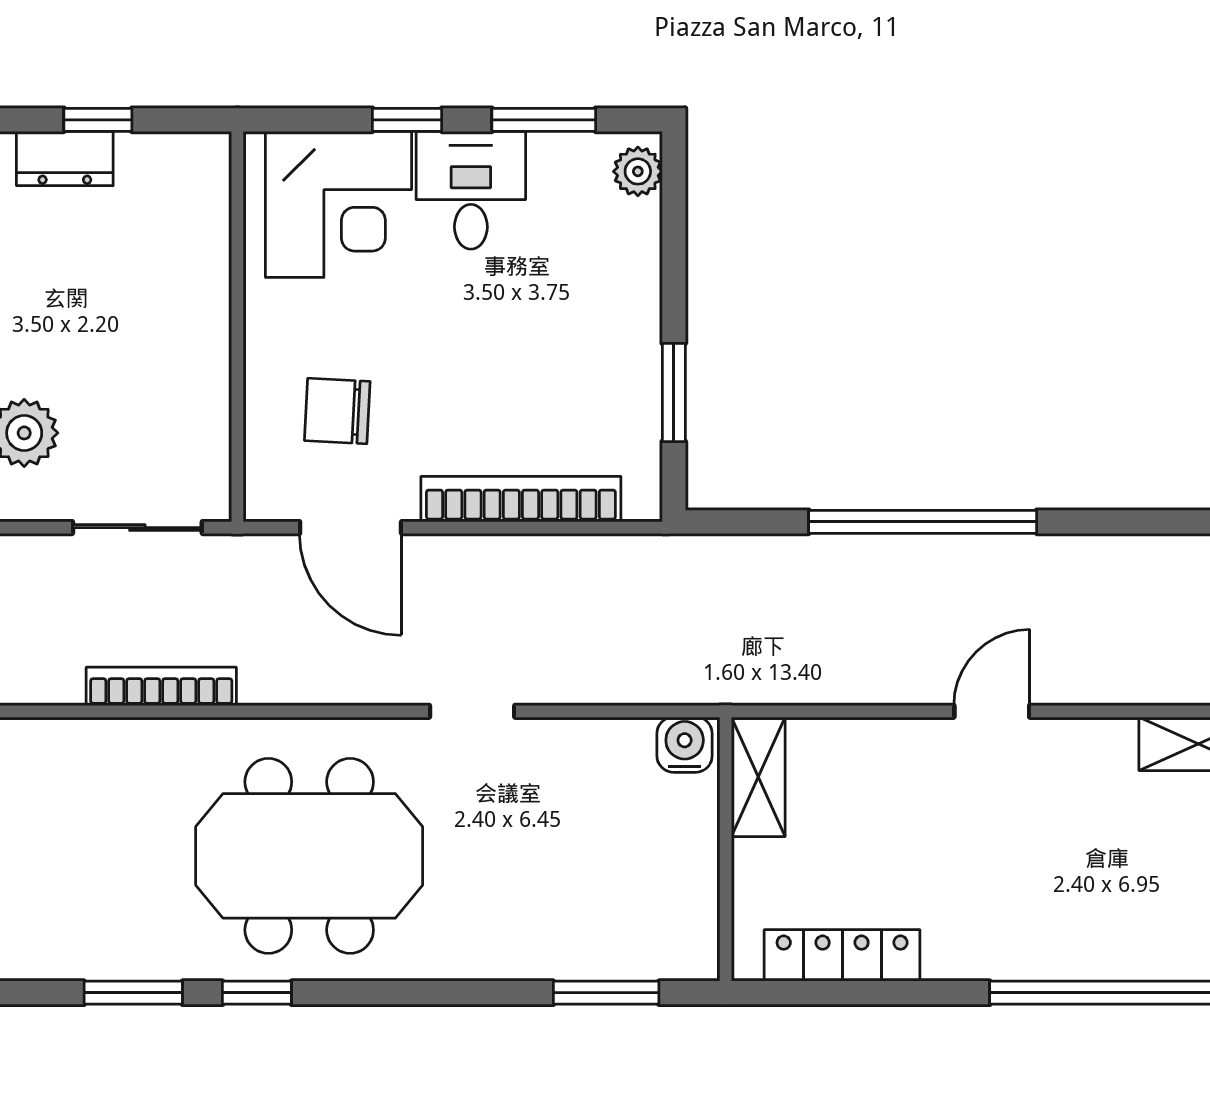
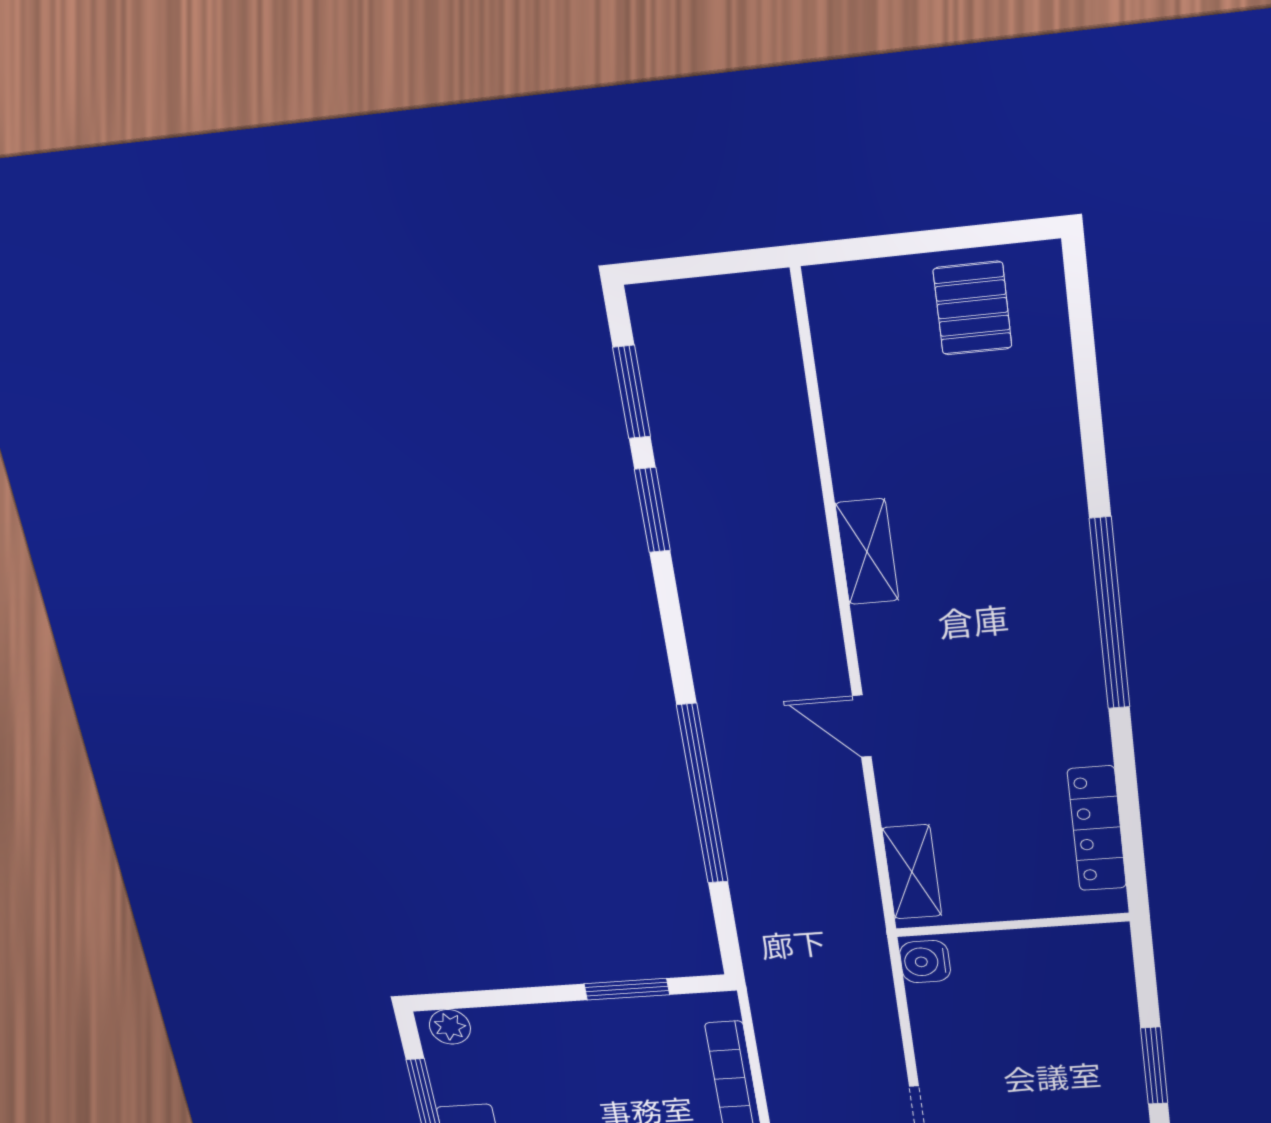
shelving: (758, 777) -> (912, 872), moved, turned 90
window: (606, 993) -> (1154, 1066), moved

